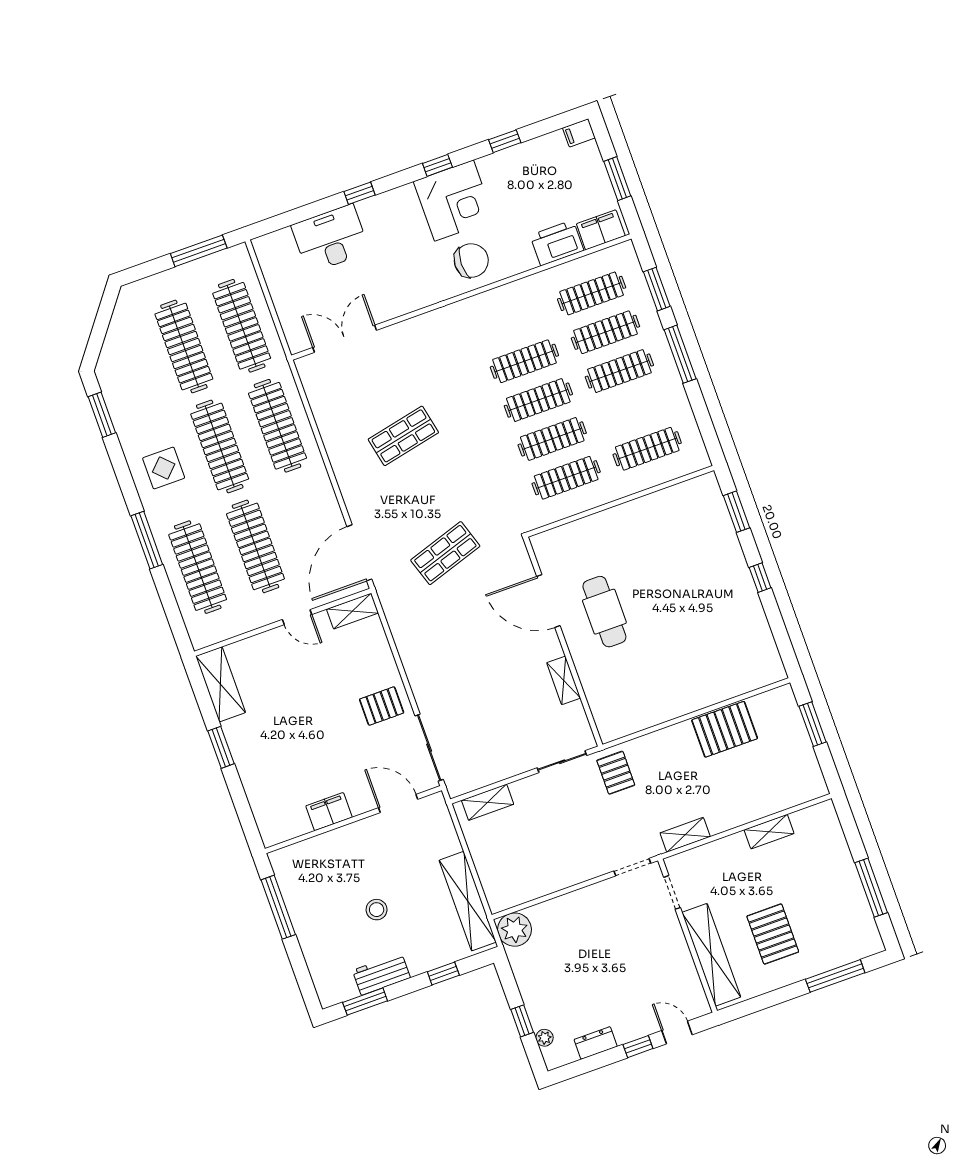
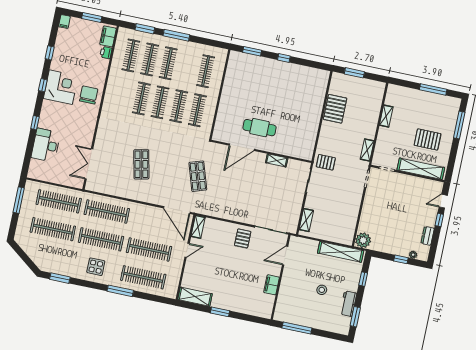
printer: (557, 243) -> (106, 53), width x0.53, depth x0.68

